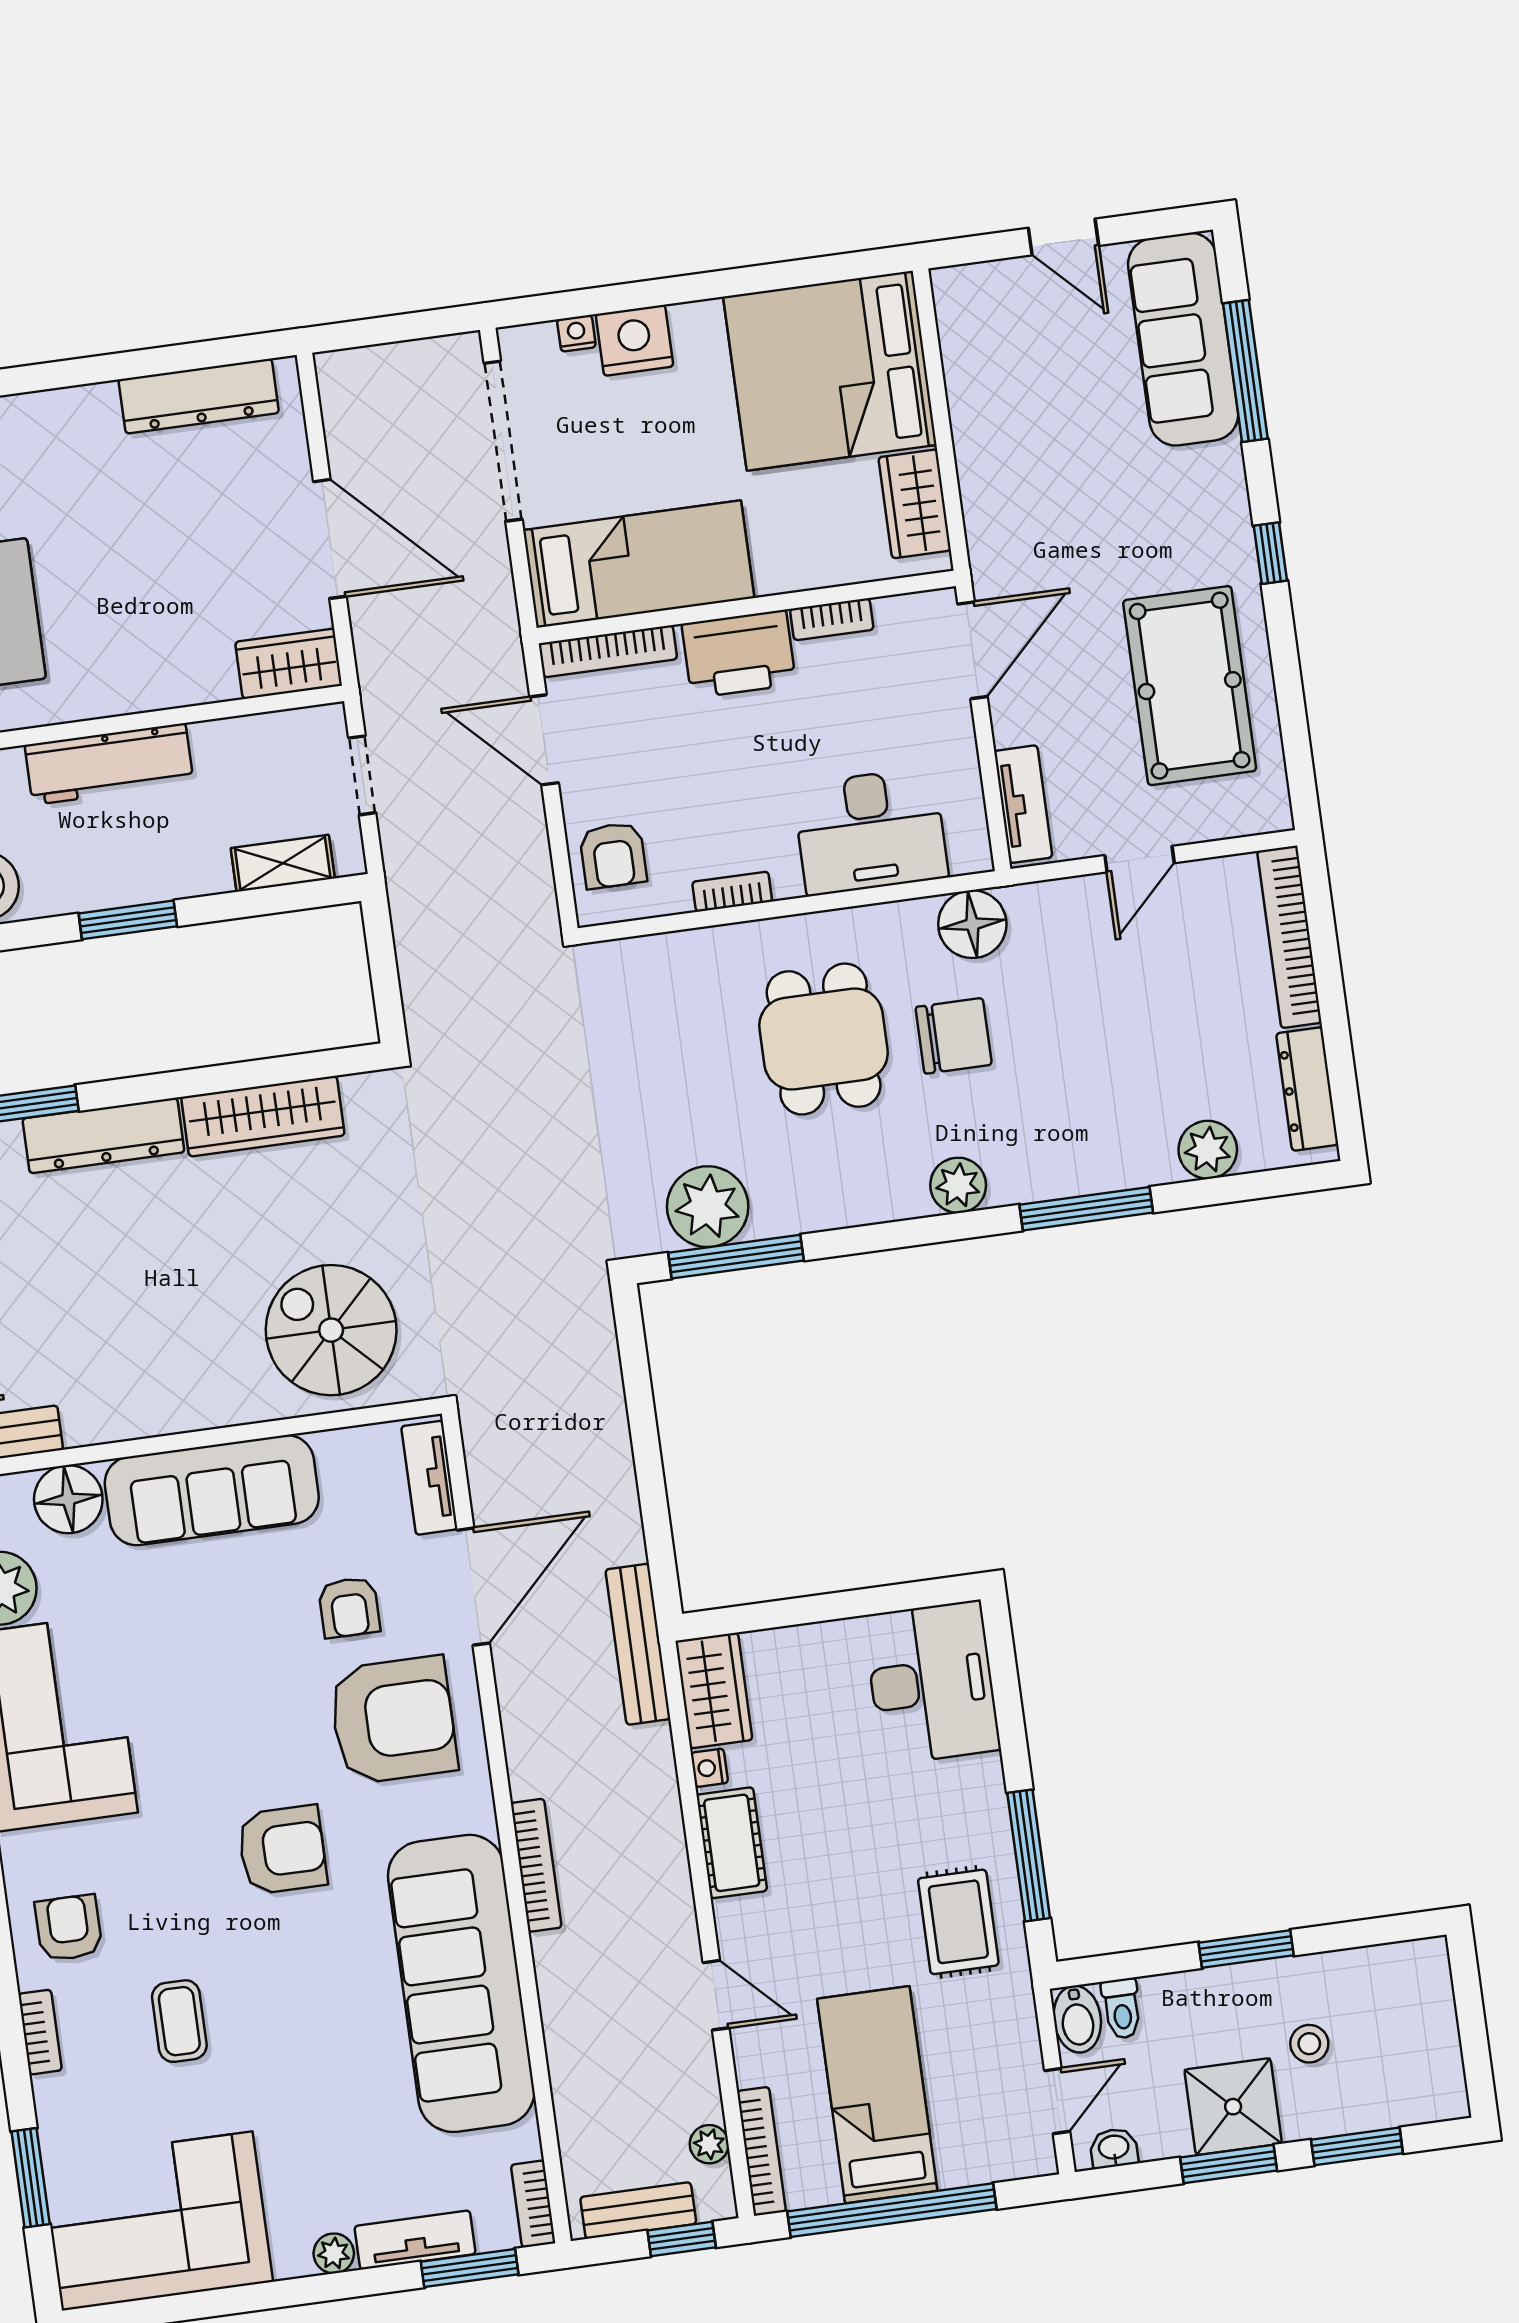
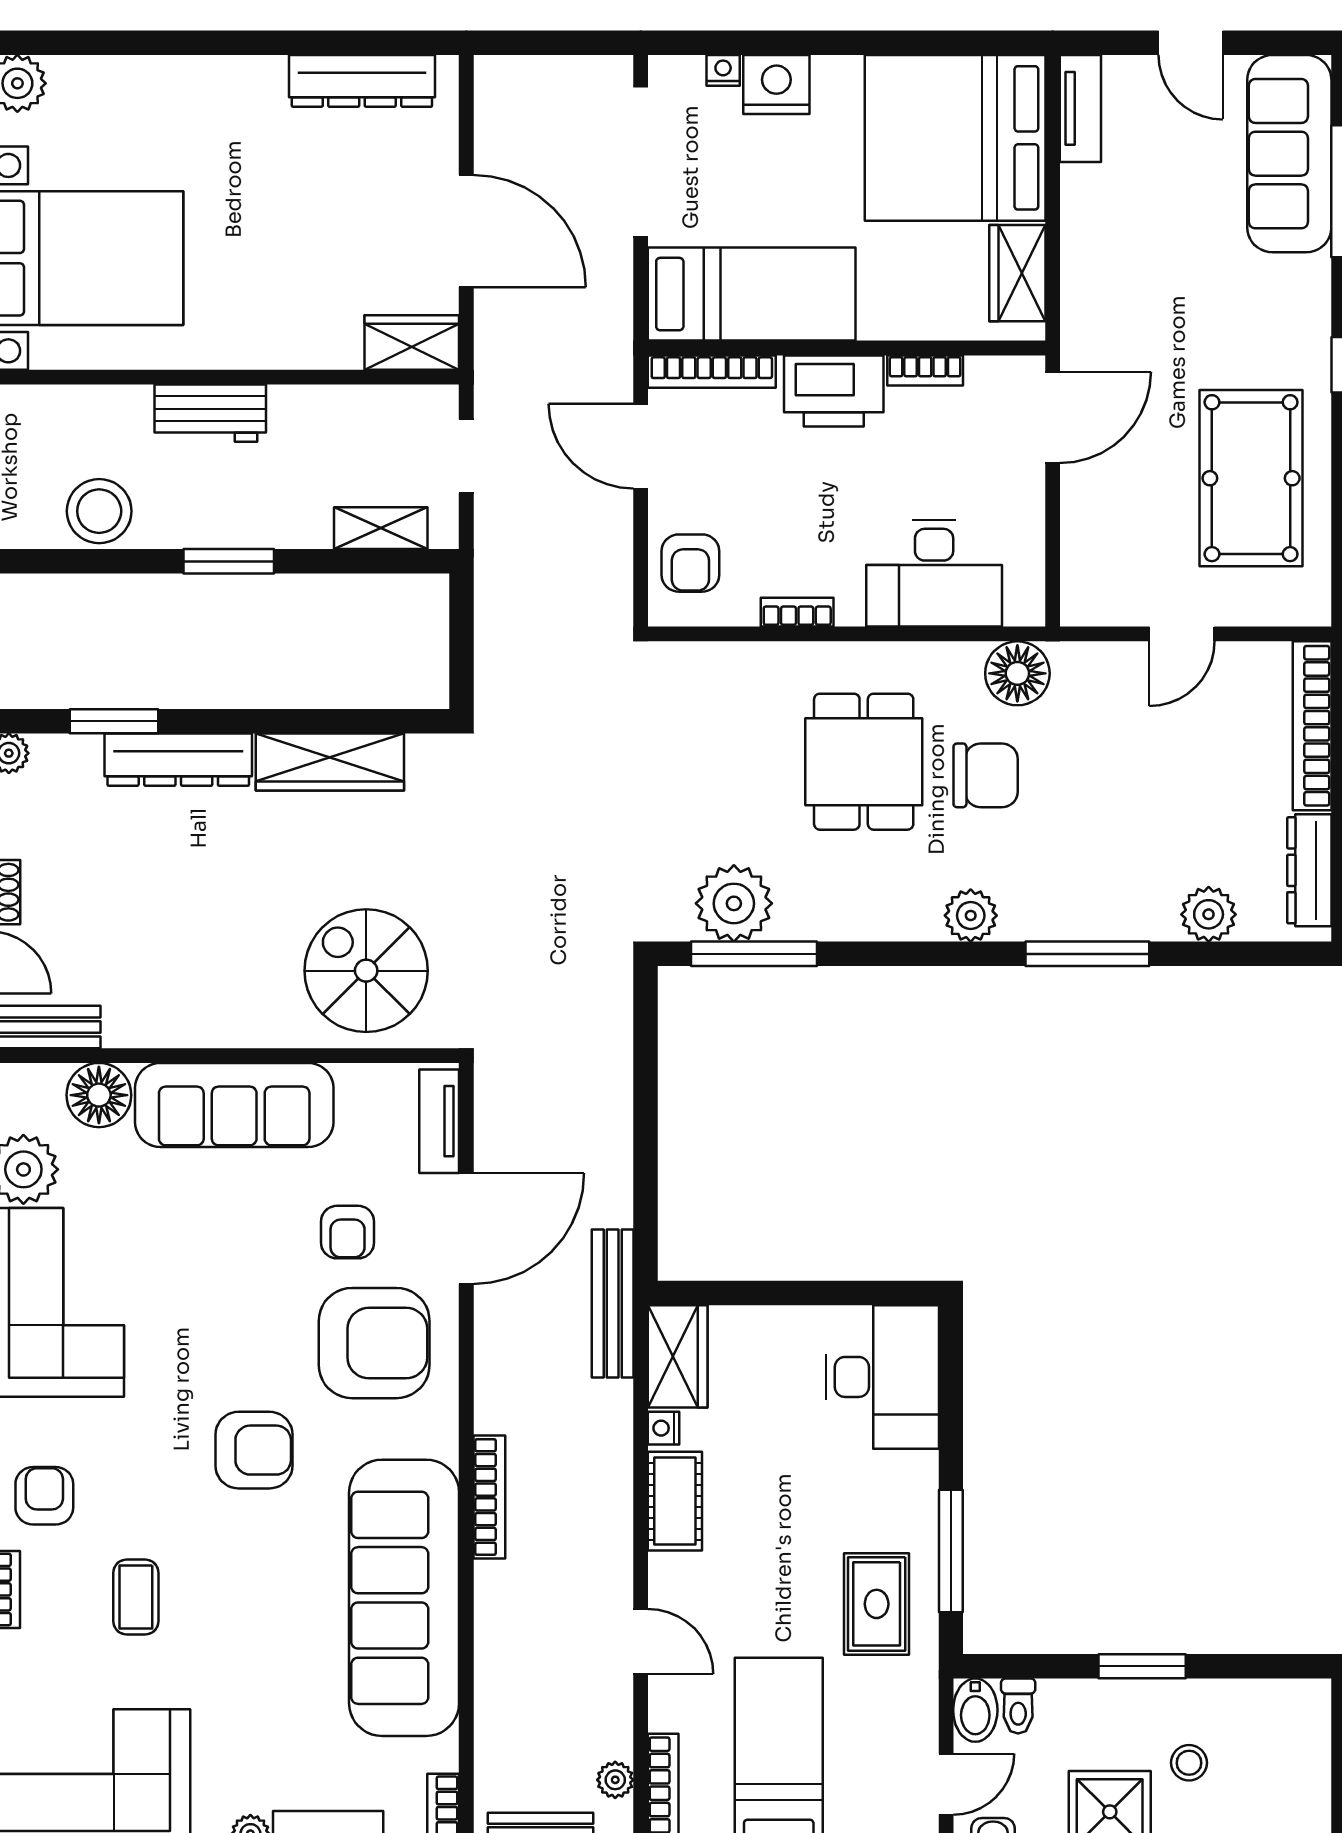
workbench: (109, 764) -> (210, 413), width x0.73
tv unit: (1023, 804) -> (1080, 108), moved

